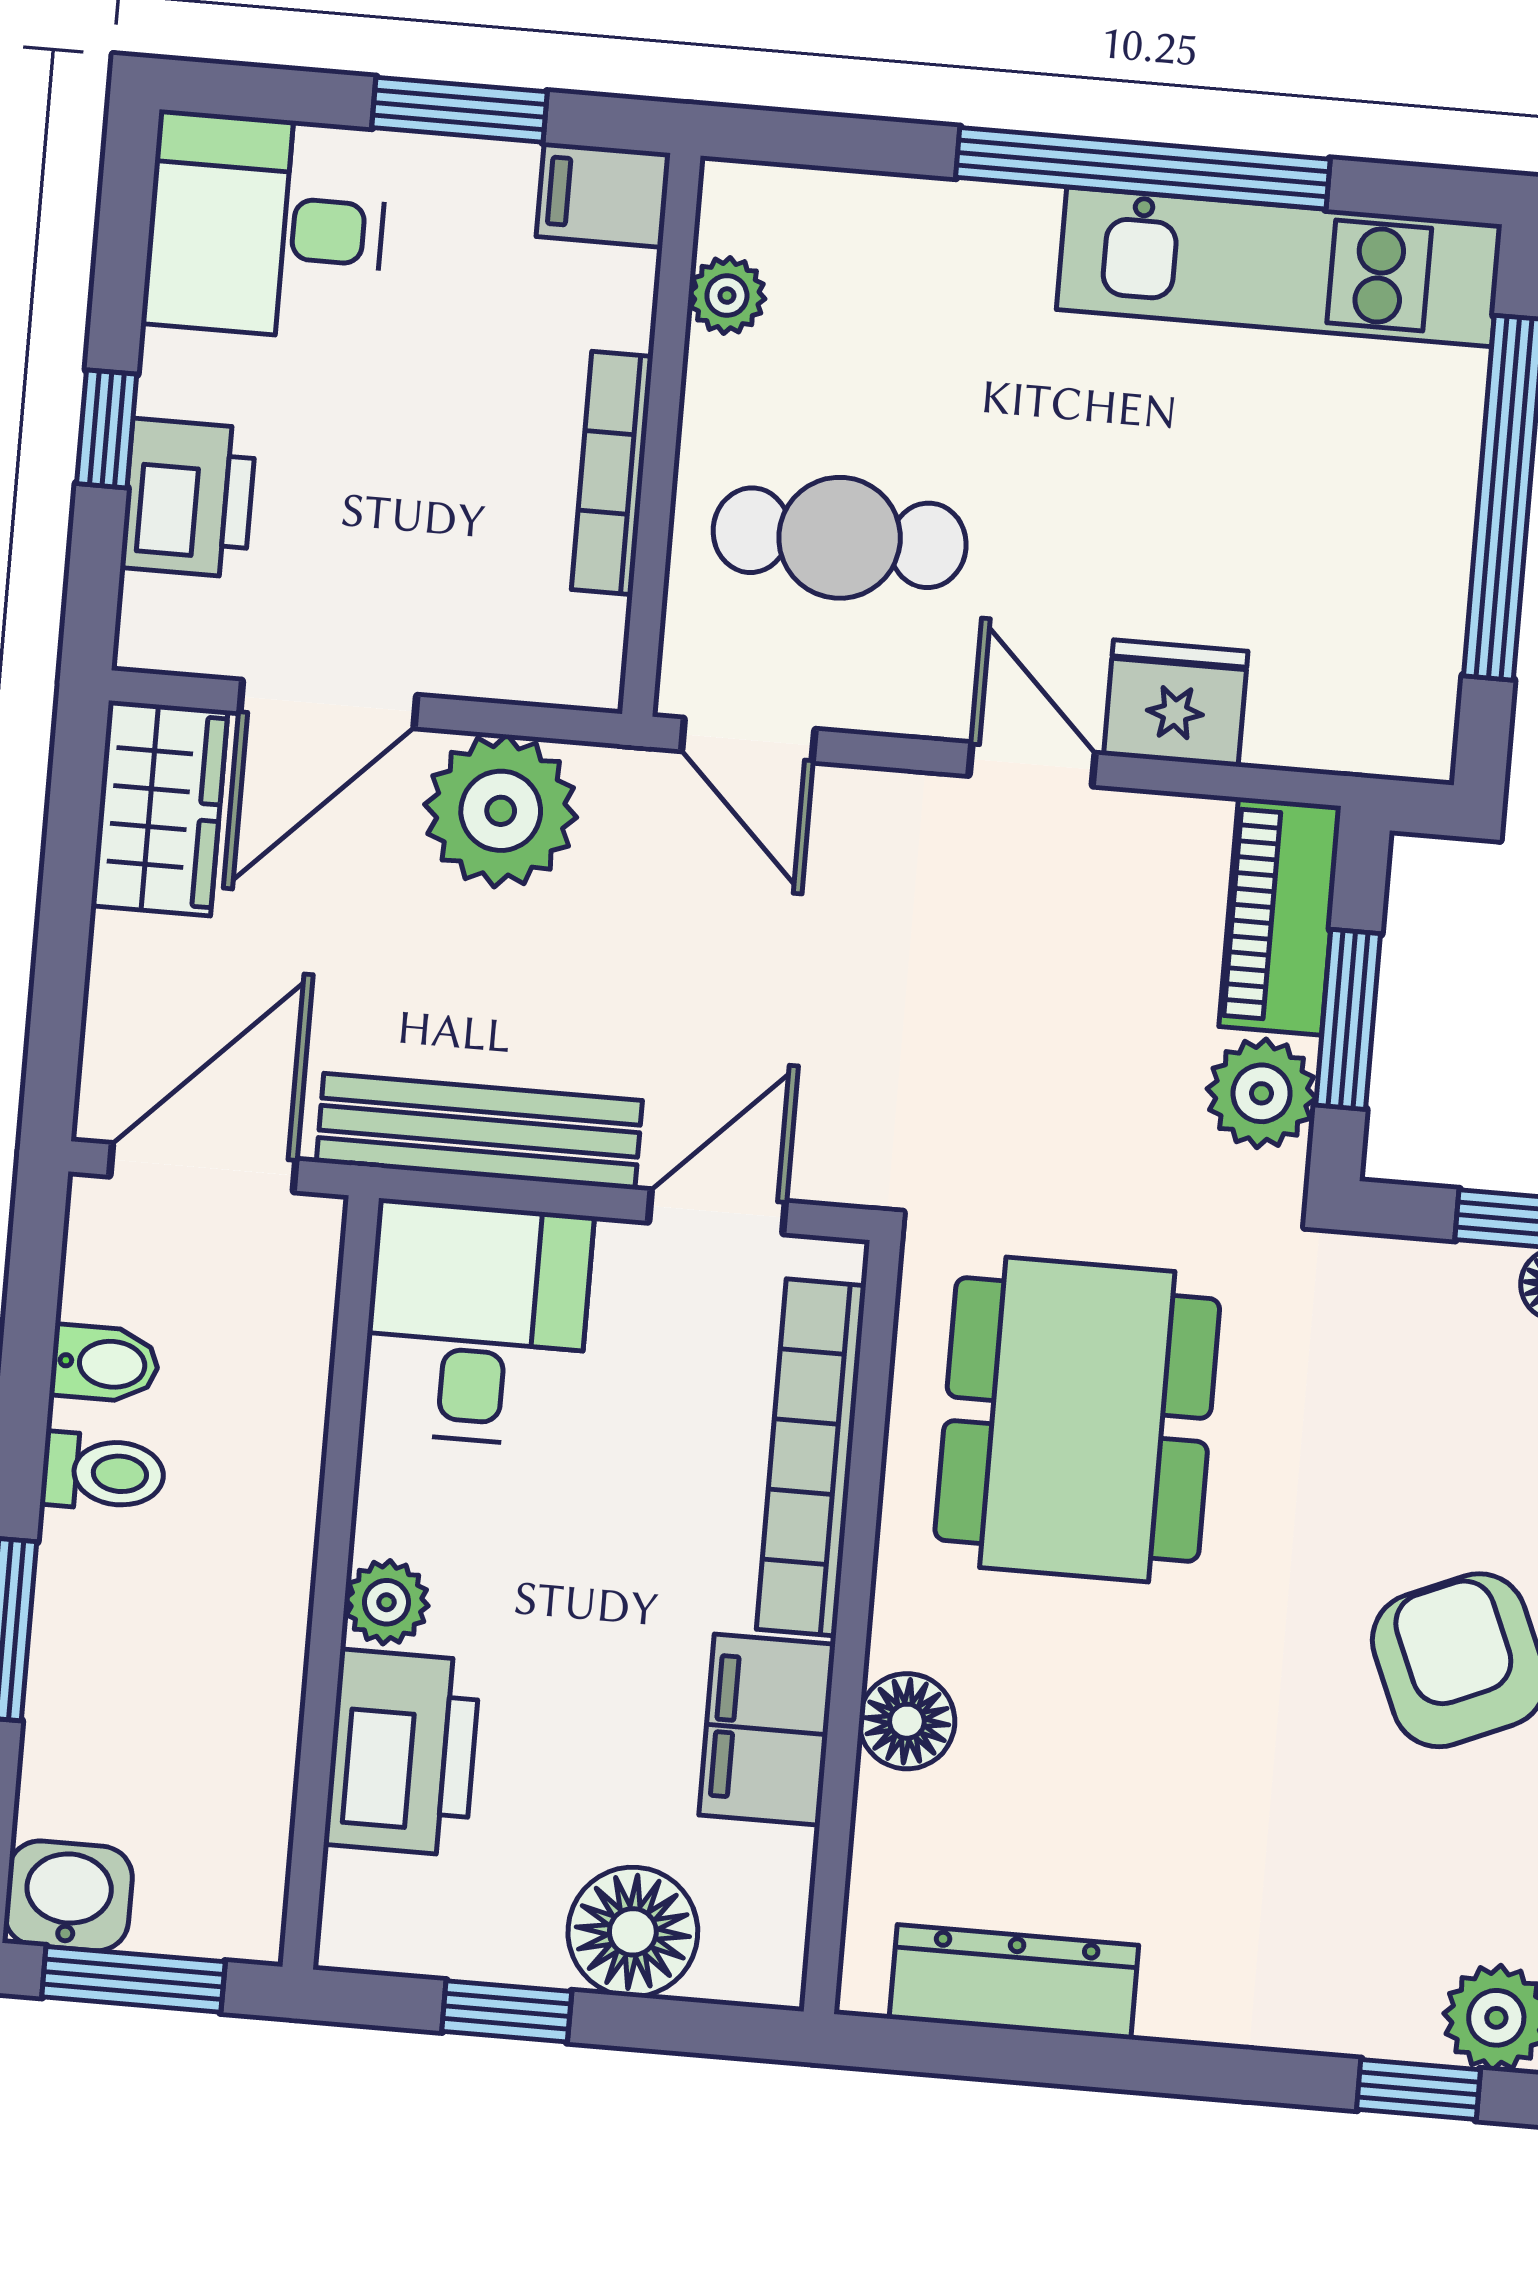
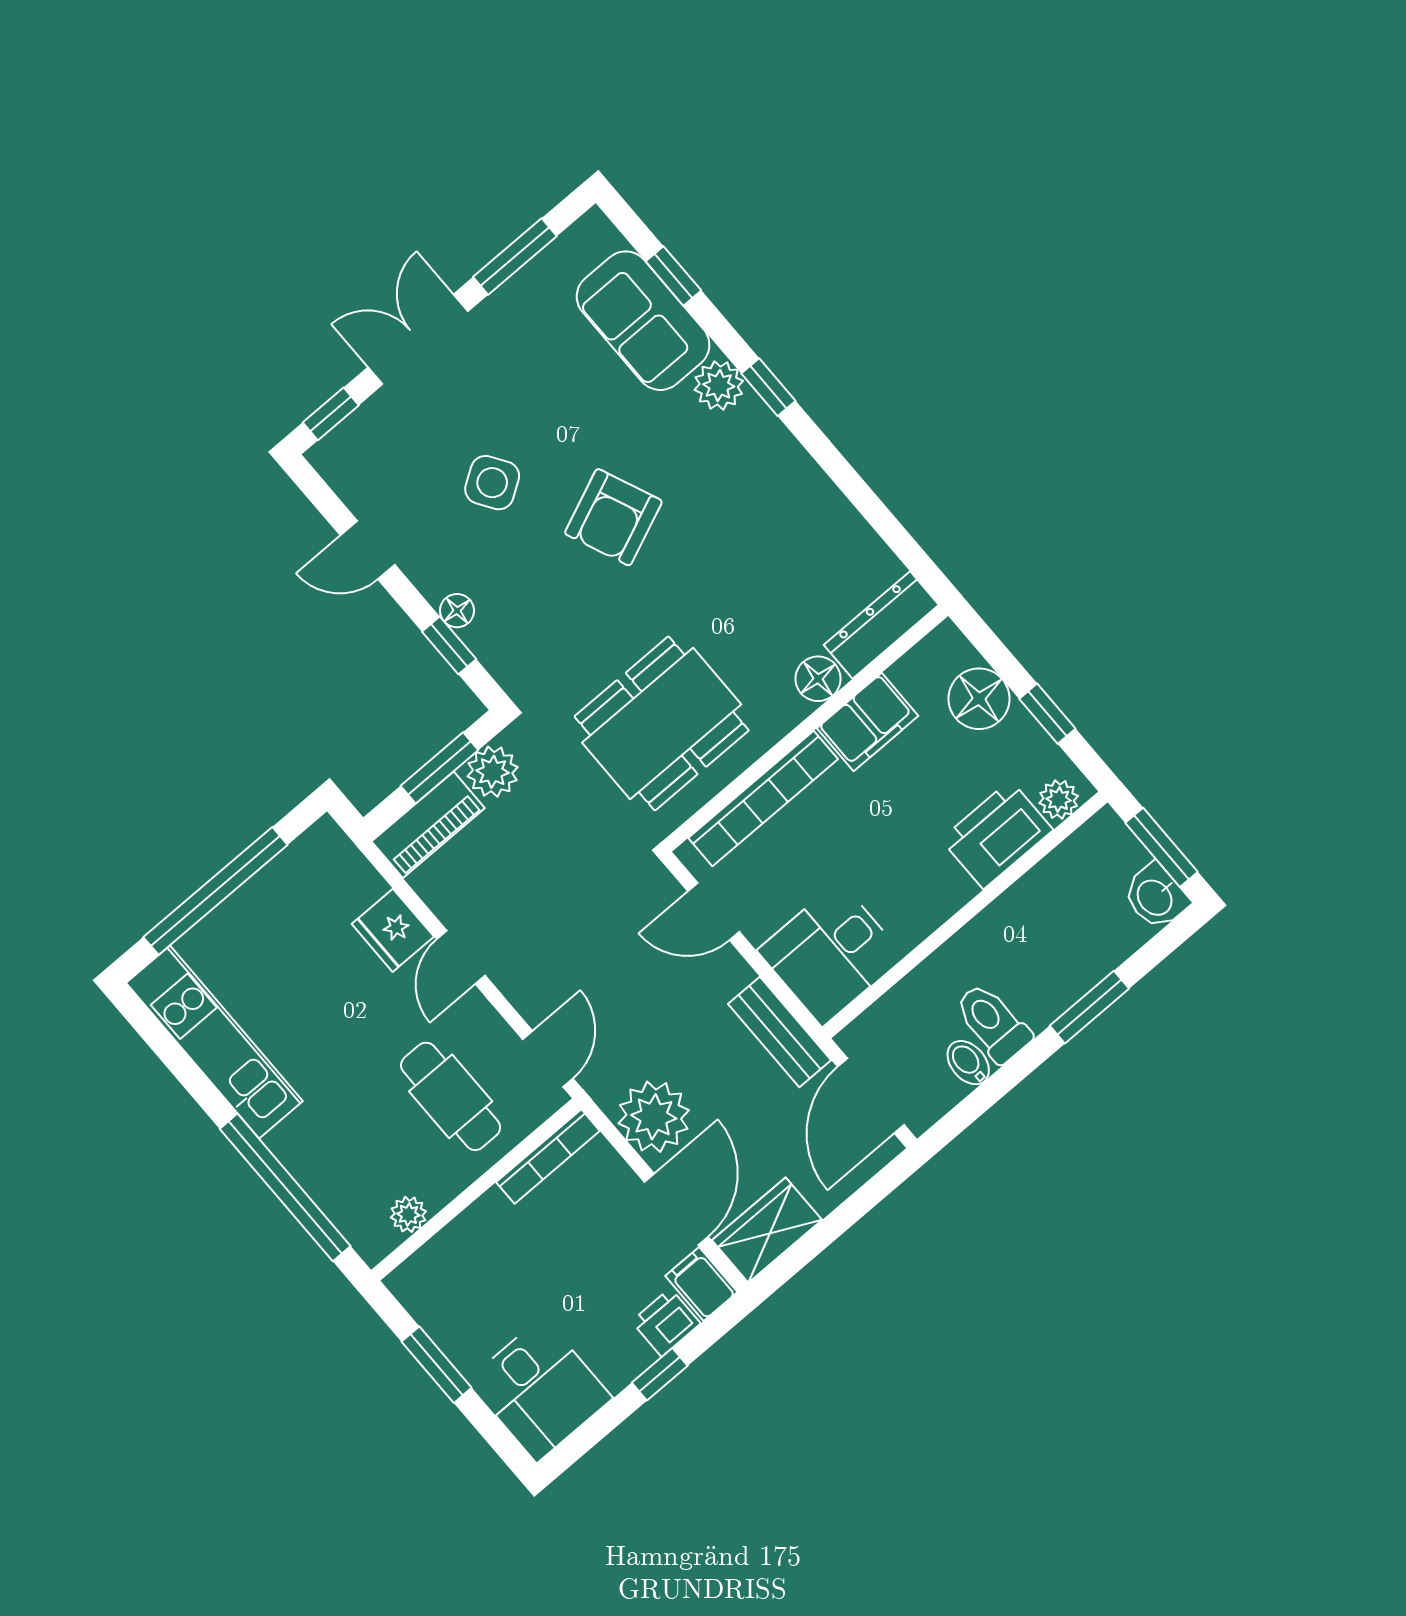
window: (1143, 168) -> (285, 1187), moved
filing cabinet: (603, 195) -> (701, 1284), moved, turned 180
bookcase: (612, 473) -> (548, 1156), moved
printer: (188, 498) -> (666, 1322), width x0.73, depth x0.81
door: (328, 704) -> (676, 1209), hinge flipped
bench: (479, 1131) -> (780, 1032), width x0.73
door: (203, 1168) -> (871, 1096), hinge flipped
toilet: (103, 1472) -> (993, 1023), width x1.37, depth x1.39
plant: (386, 1602) -> (1059, 800), moved
dresser: (1014, 1982) -> (881, 625), moved, turned 90

